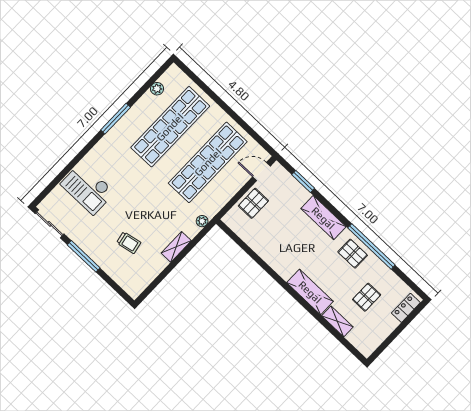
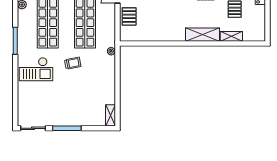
checkout: (88, 188) -> (36, 69), moved
trolley: (129, 243) -> (73, 63), moved
shelving: (176, 247) -> (110, 115), moved

